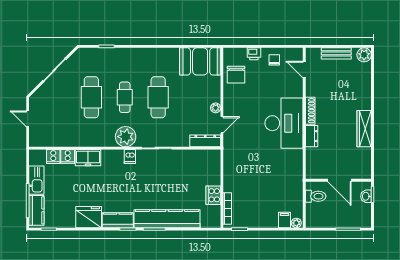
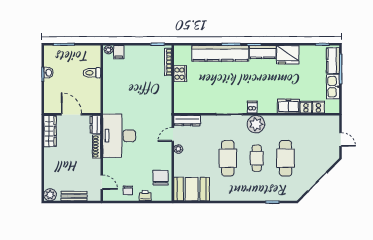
wall: (338, 180) -> (72, 114), moved
door: (339, 180) -> (71, 114), moved

